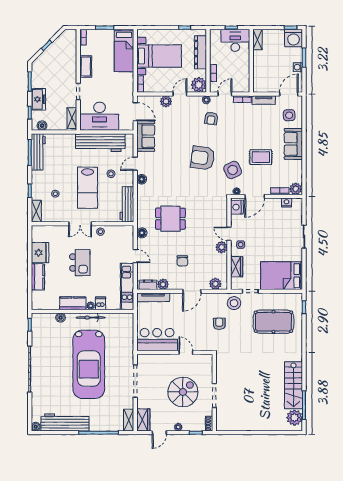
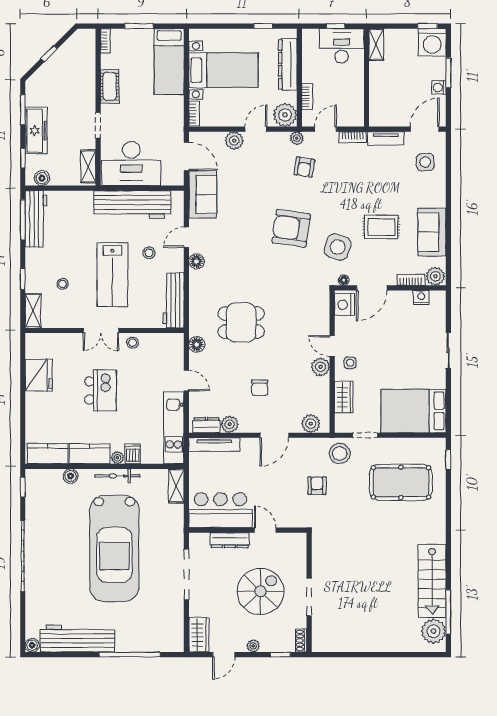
freezer: (38, 99) -> (36, 131), width x1.40
sofa: (293, 144) -> (432, 232), moved
side table: (233, 170) -> (338, 247), turned 45
kitchen counter: (38, 277) -> (48, 454), moved, turned -90
dresser: (163, 359) -> (230, 540), added
shelving: (129, 420) -> (176, 486), moved

